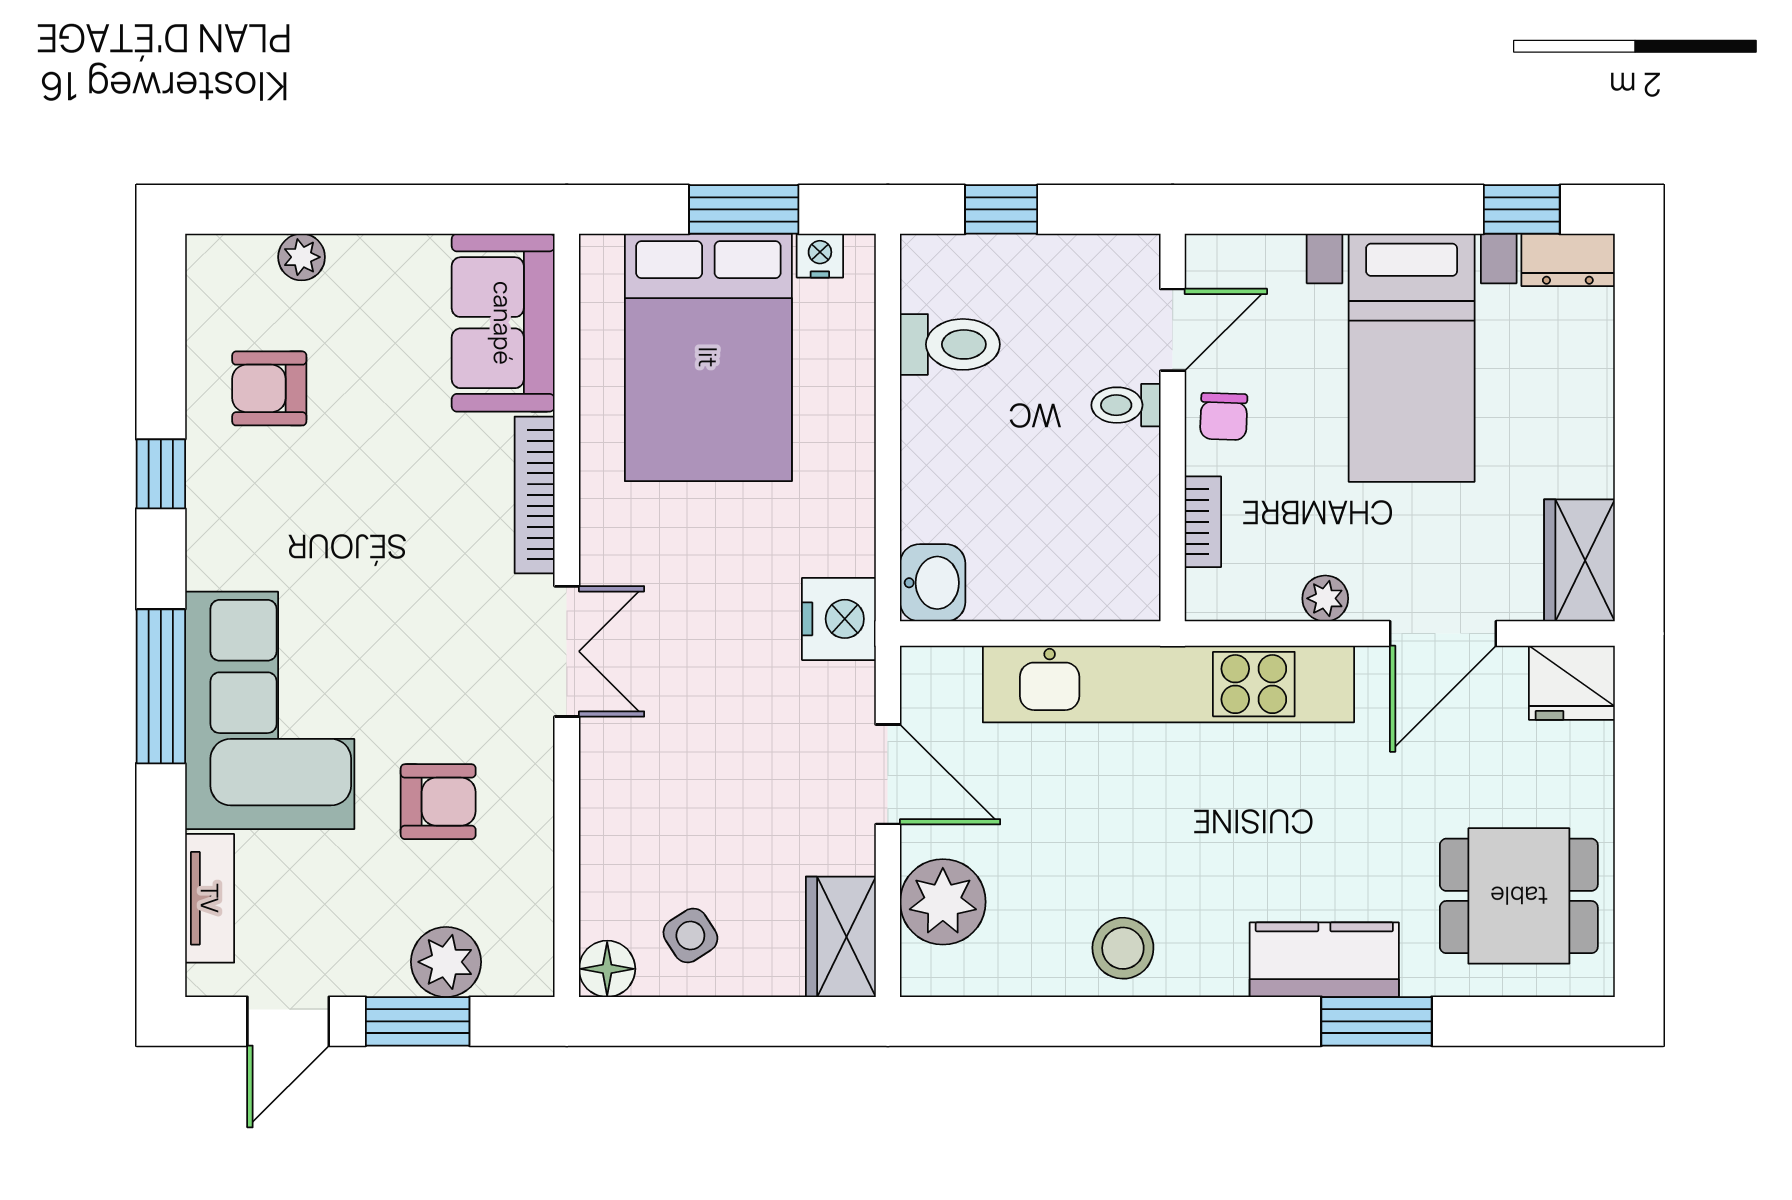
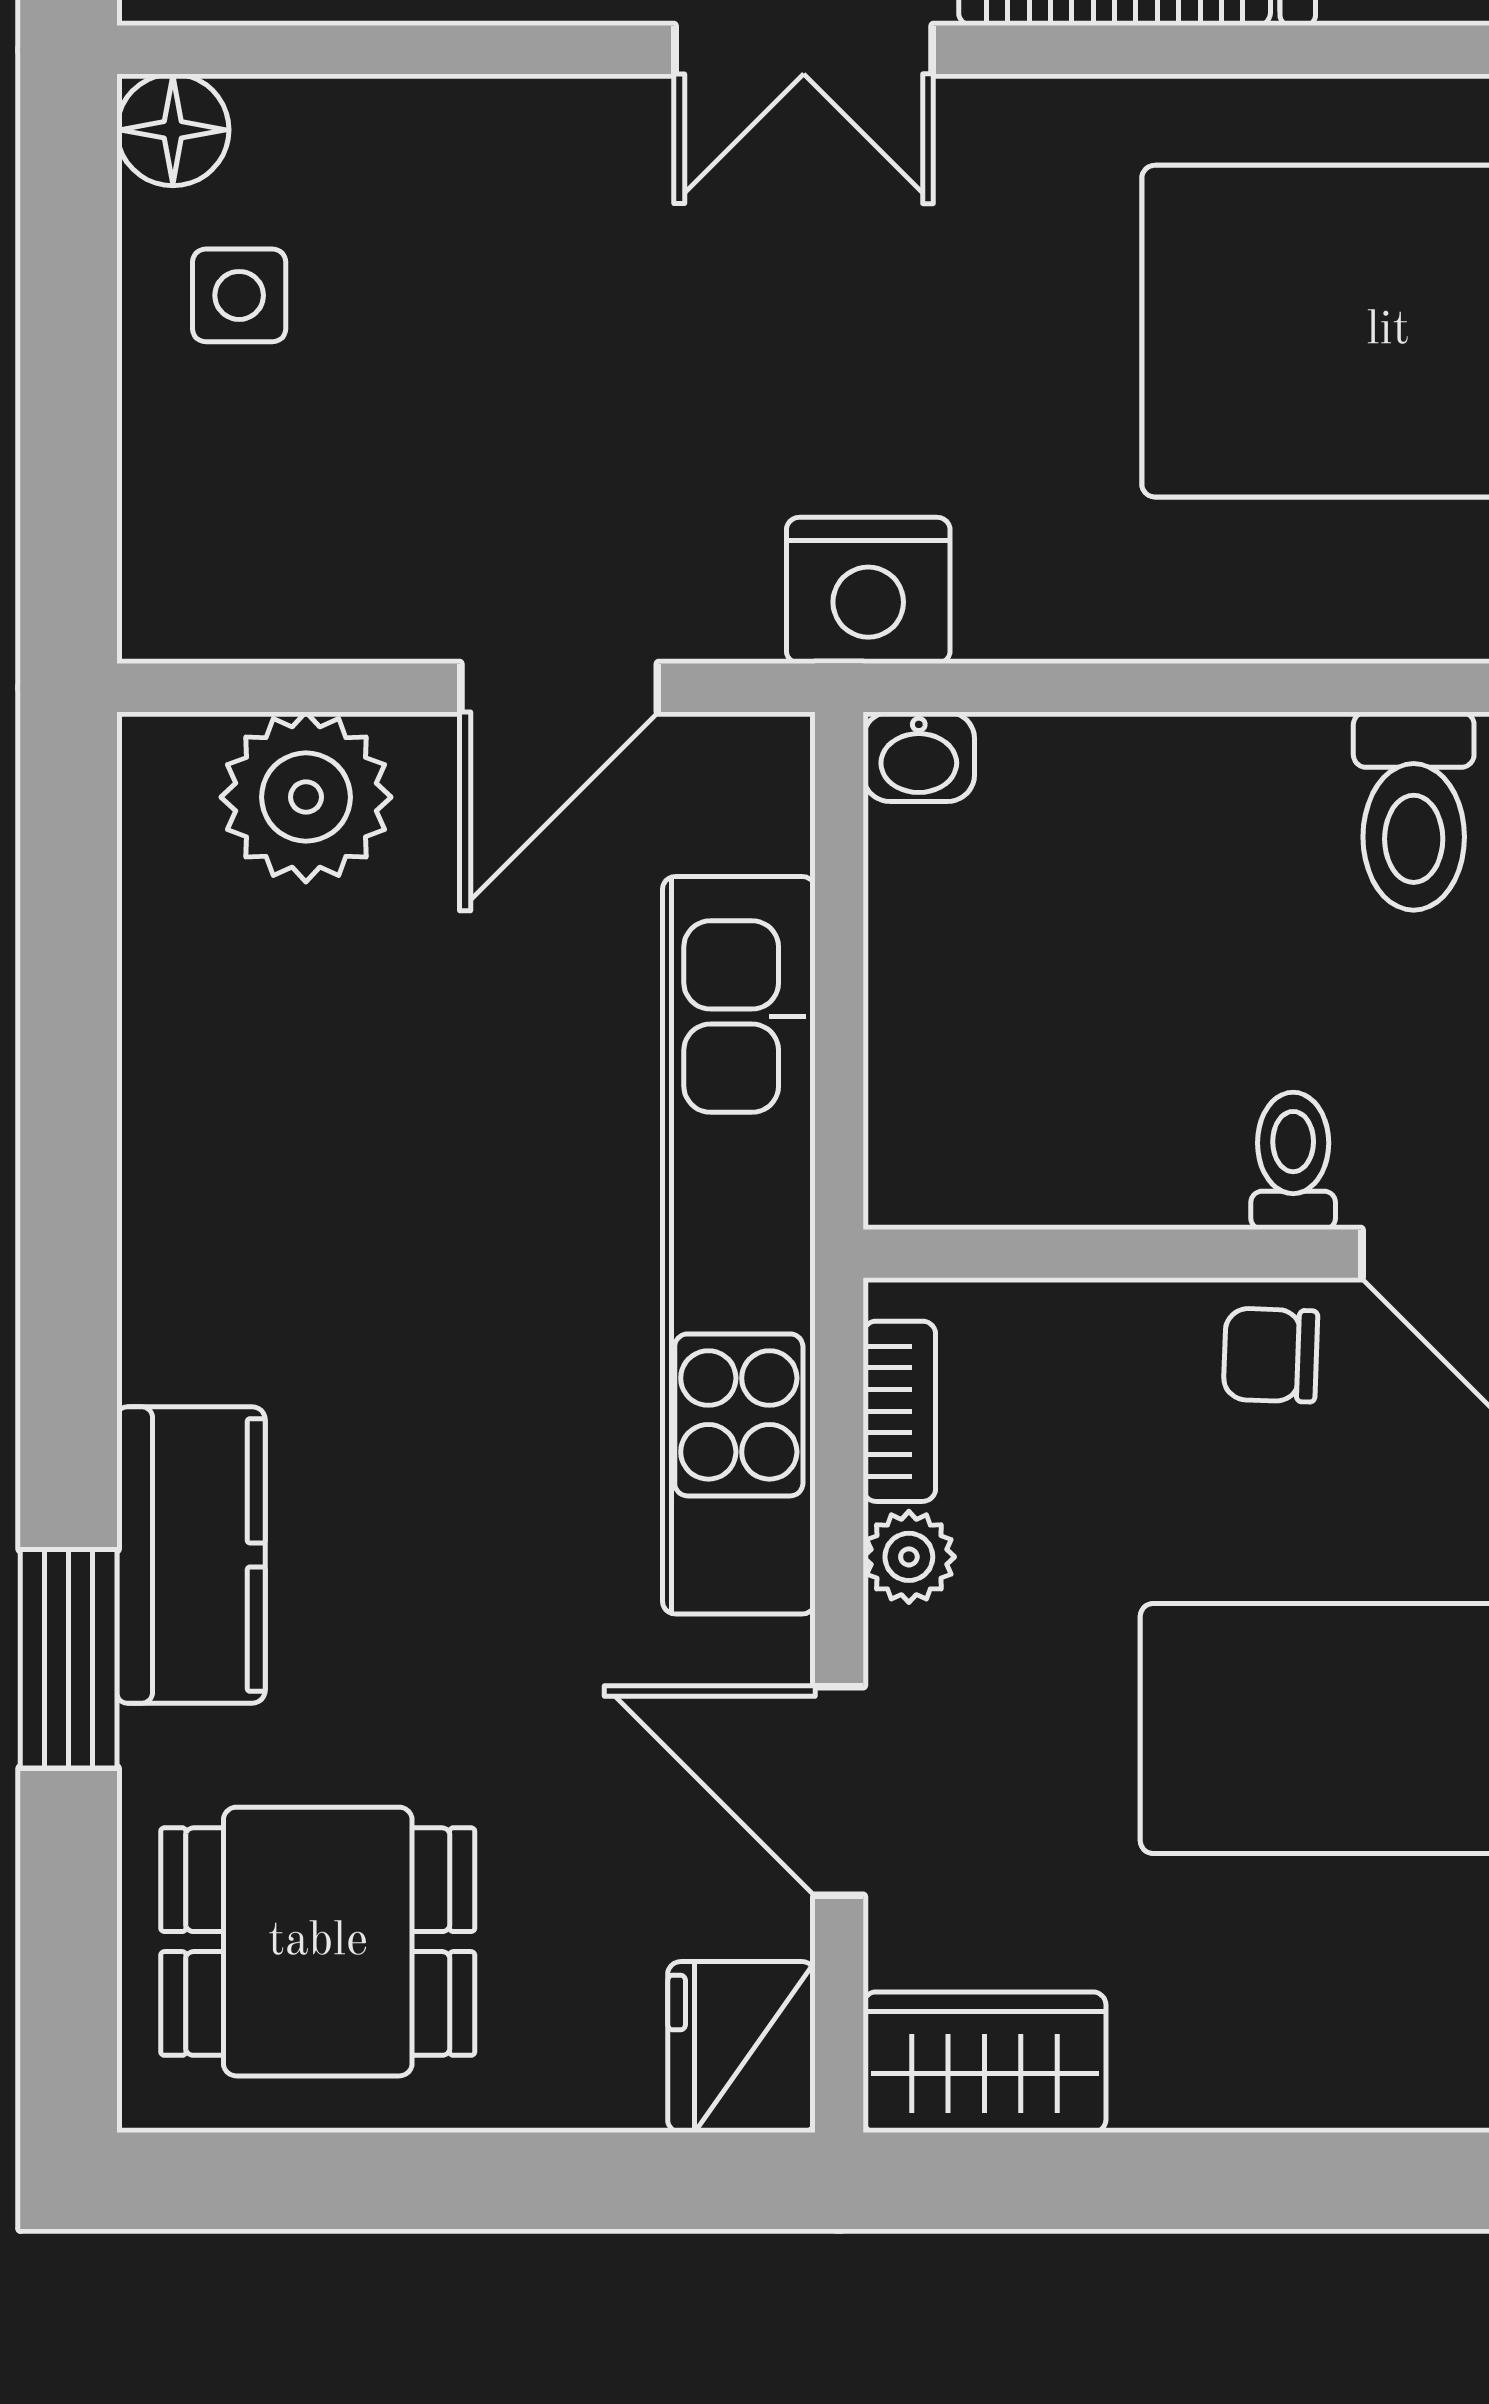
bookcase: (1203, 522) -> (899, 1411), moved, turned -90
washbasin: (933, 583) -> (919, 757), width x0.72, depth x0.69
dining table: (1519, 896) -> (318, 1942), turned 90
side table: (690, 936) -> (239, 295), turned 33
wardrobe: (841, 937) -> (237, 594), removed
stool: (1123, 948) -> (214, 1155), removed

